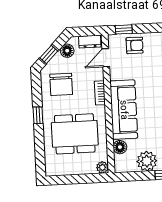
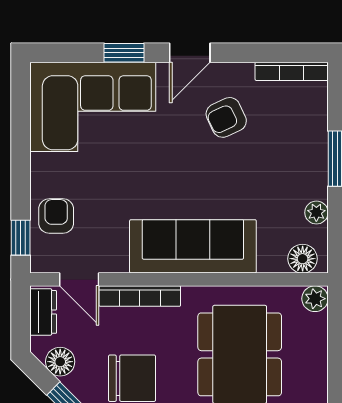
bookcase: (100, 93) -> (140, 296), width x1.56
floor lamp: (120, 147) -> (303, 259), moved
plant: (147, 161) -> (316, 213), width x0.53, depth x0.53

